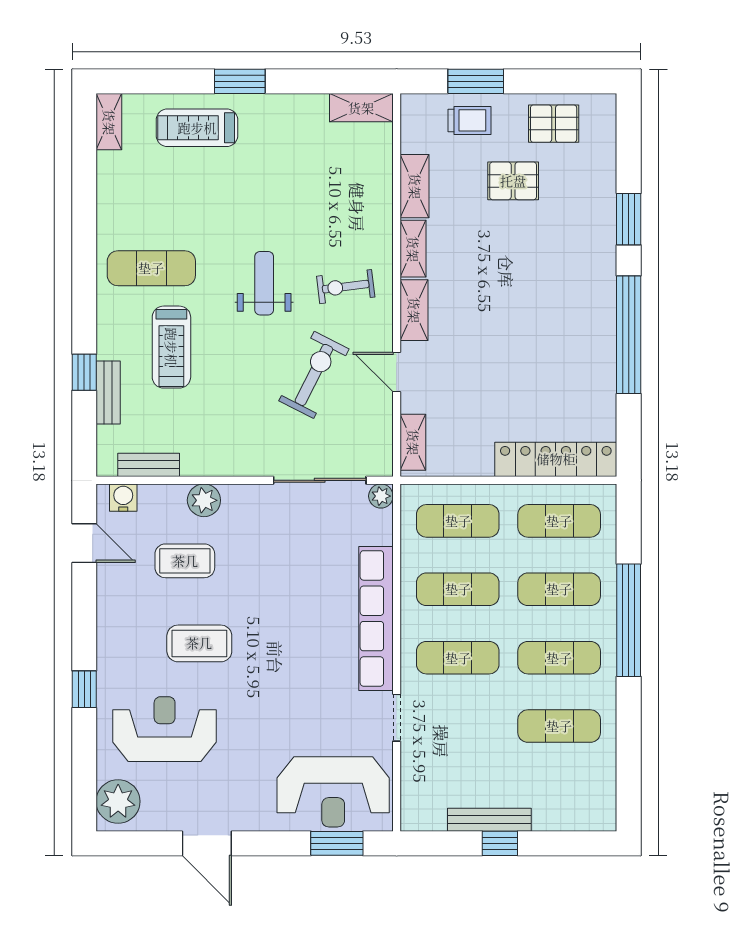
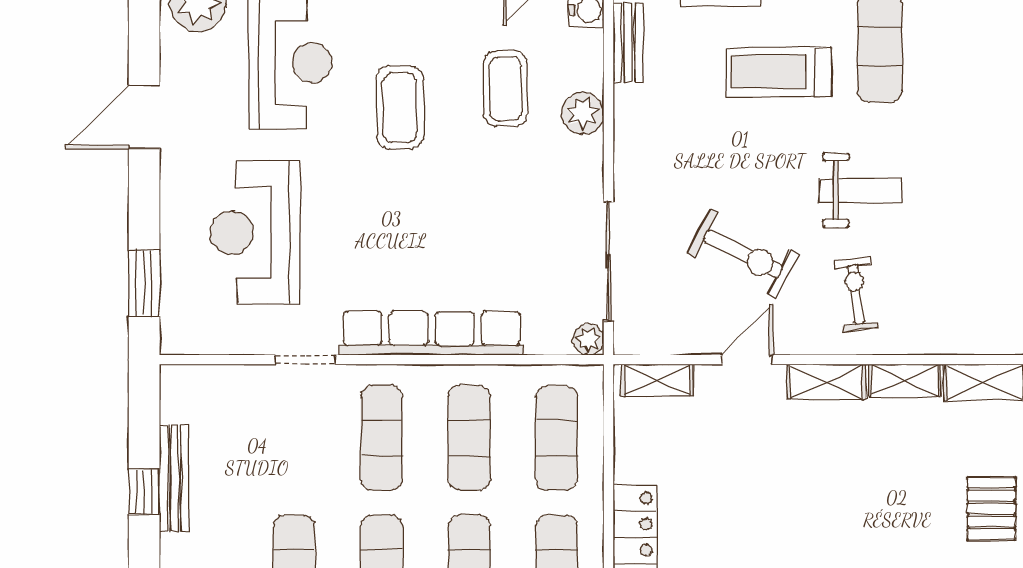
reception desk: (333, 792) -> (255, 232), moved

